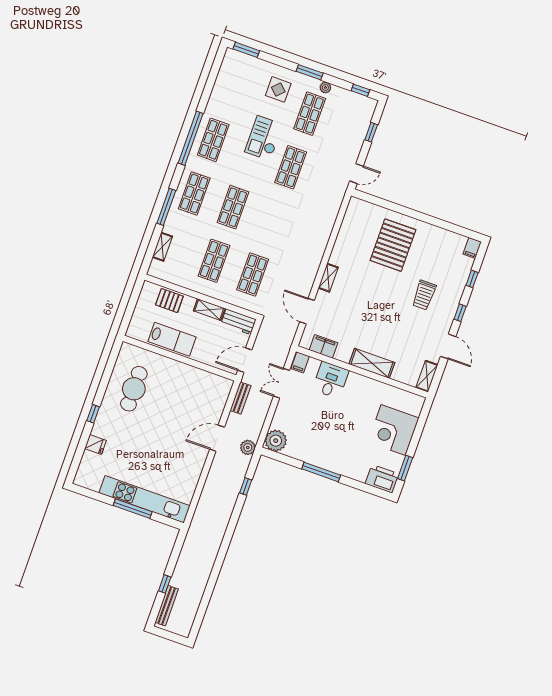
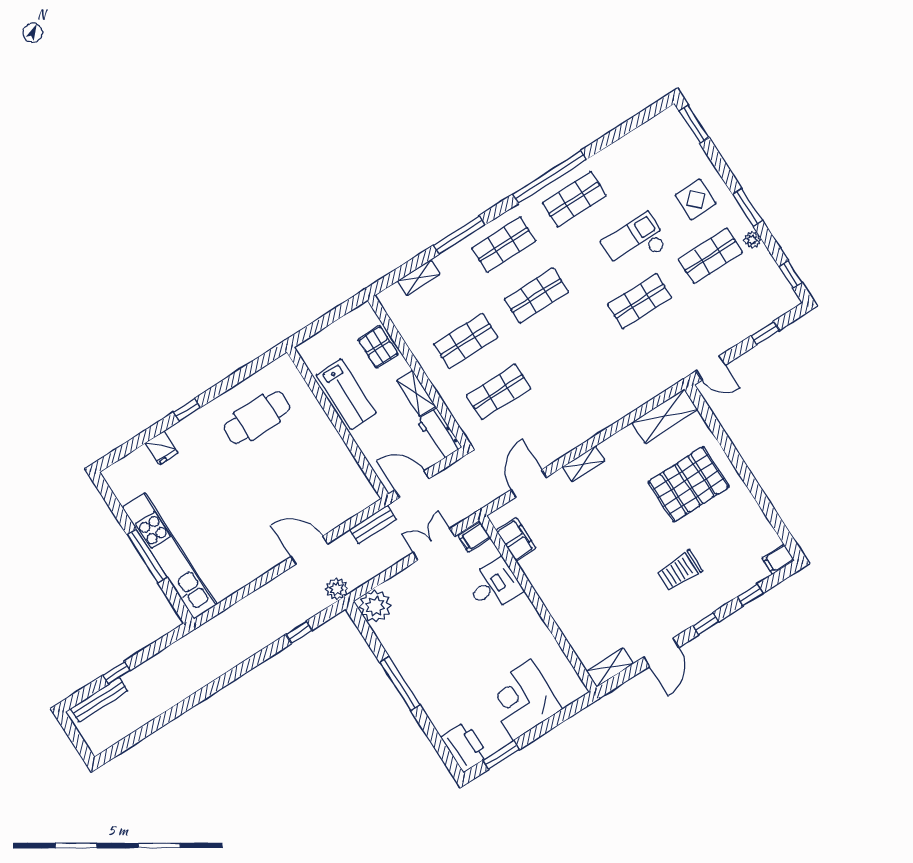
shelving: (372, 363) -> (665, 416), moved, turned 90

